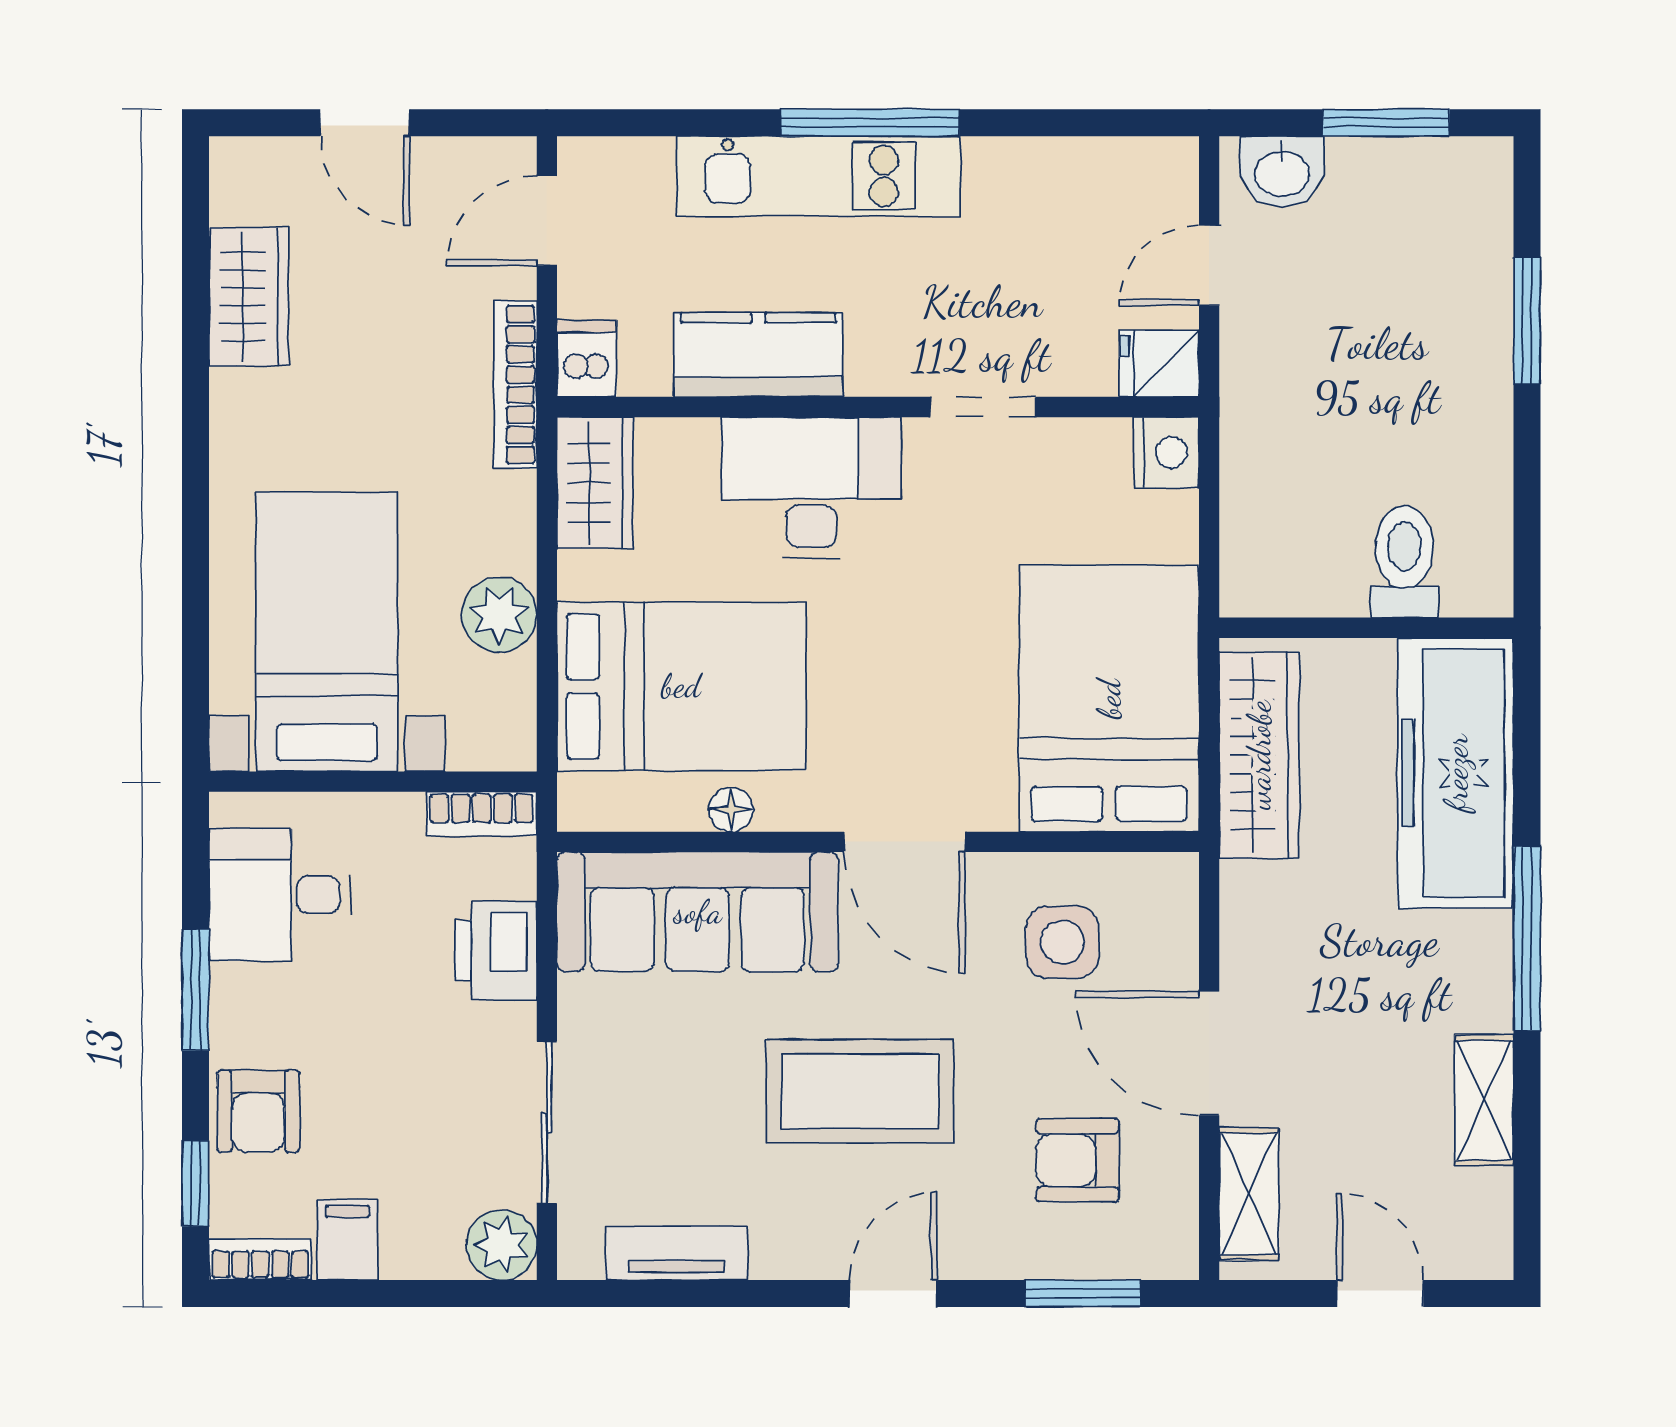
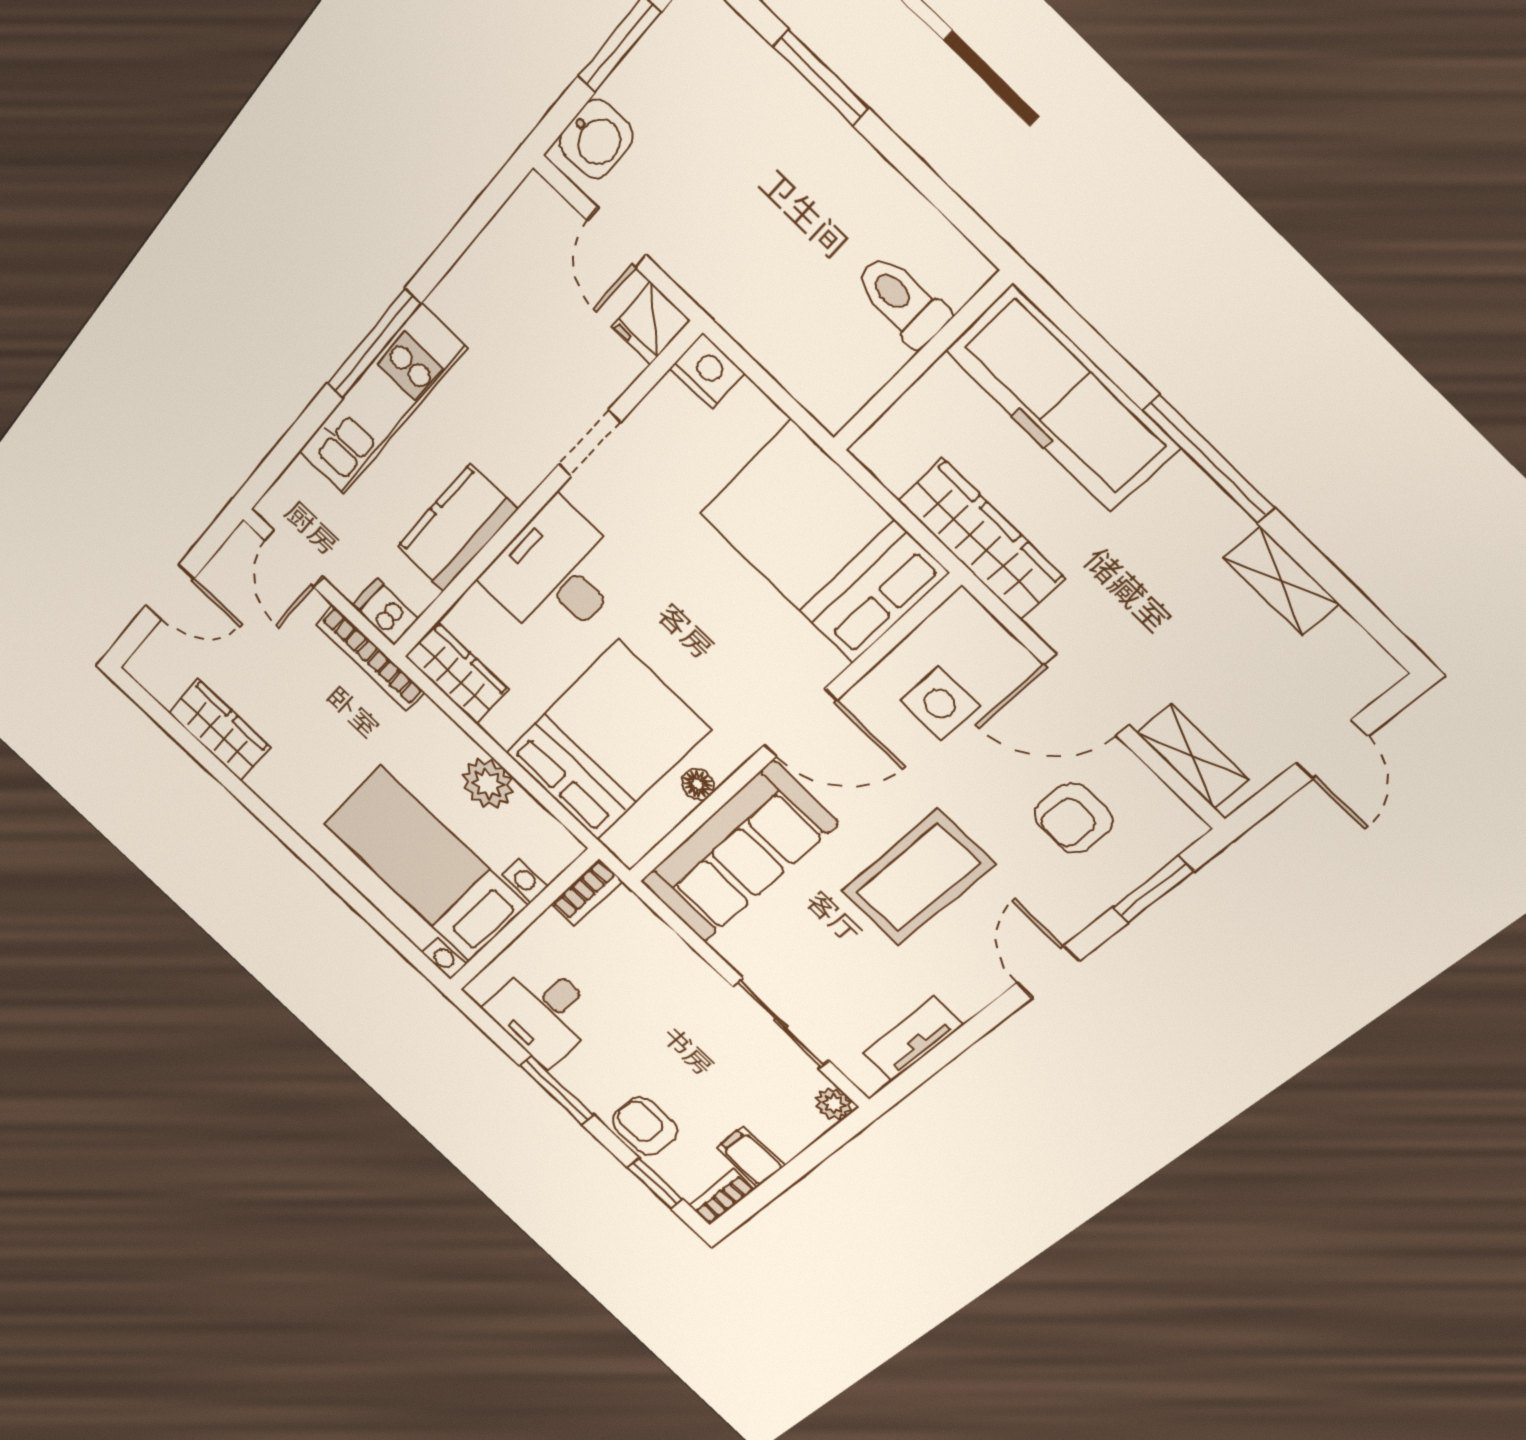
wardrobe: (1259, 755) -> (981, 540), moved
printer: (496, 951) -> (666, 956), removed
armchair: (258, 1111) -> (645, 1126), turned 180
plant: (502, 1245) -> (834, 1104), width x0.73, depth x0.73
door: (1380, 1293) -> (1332, 749), swing flipped

